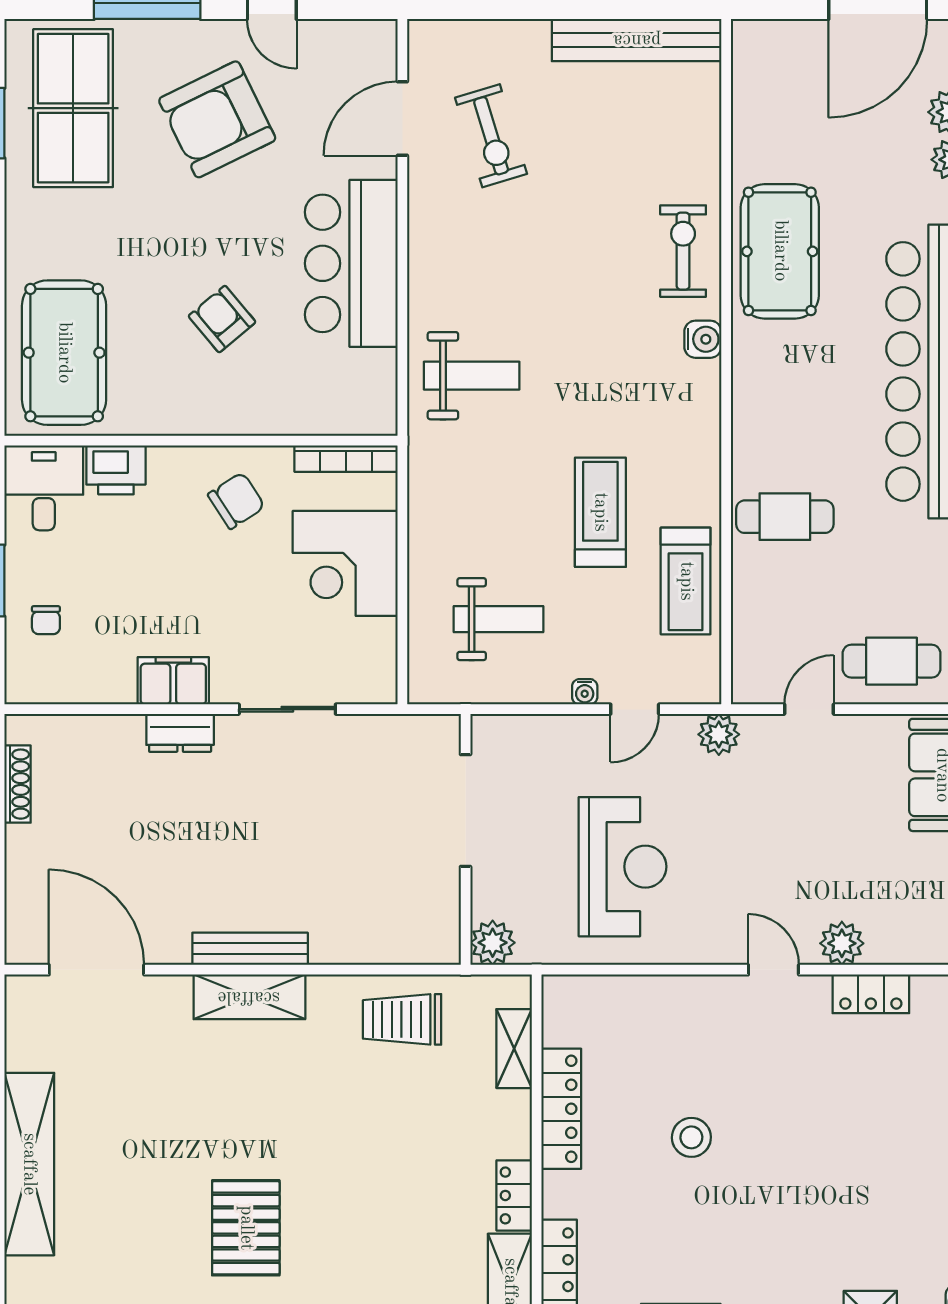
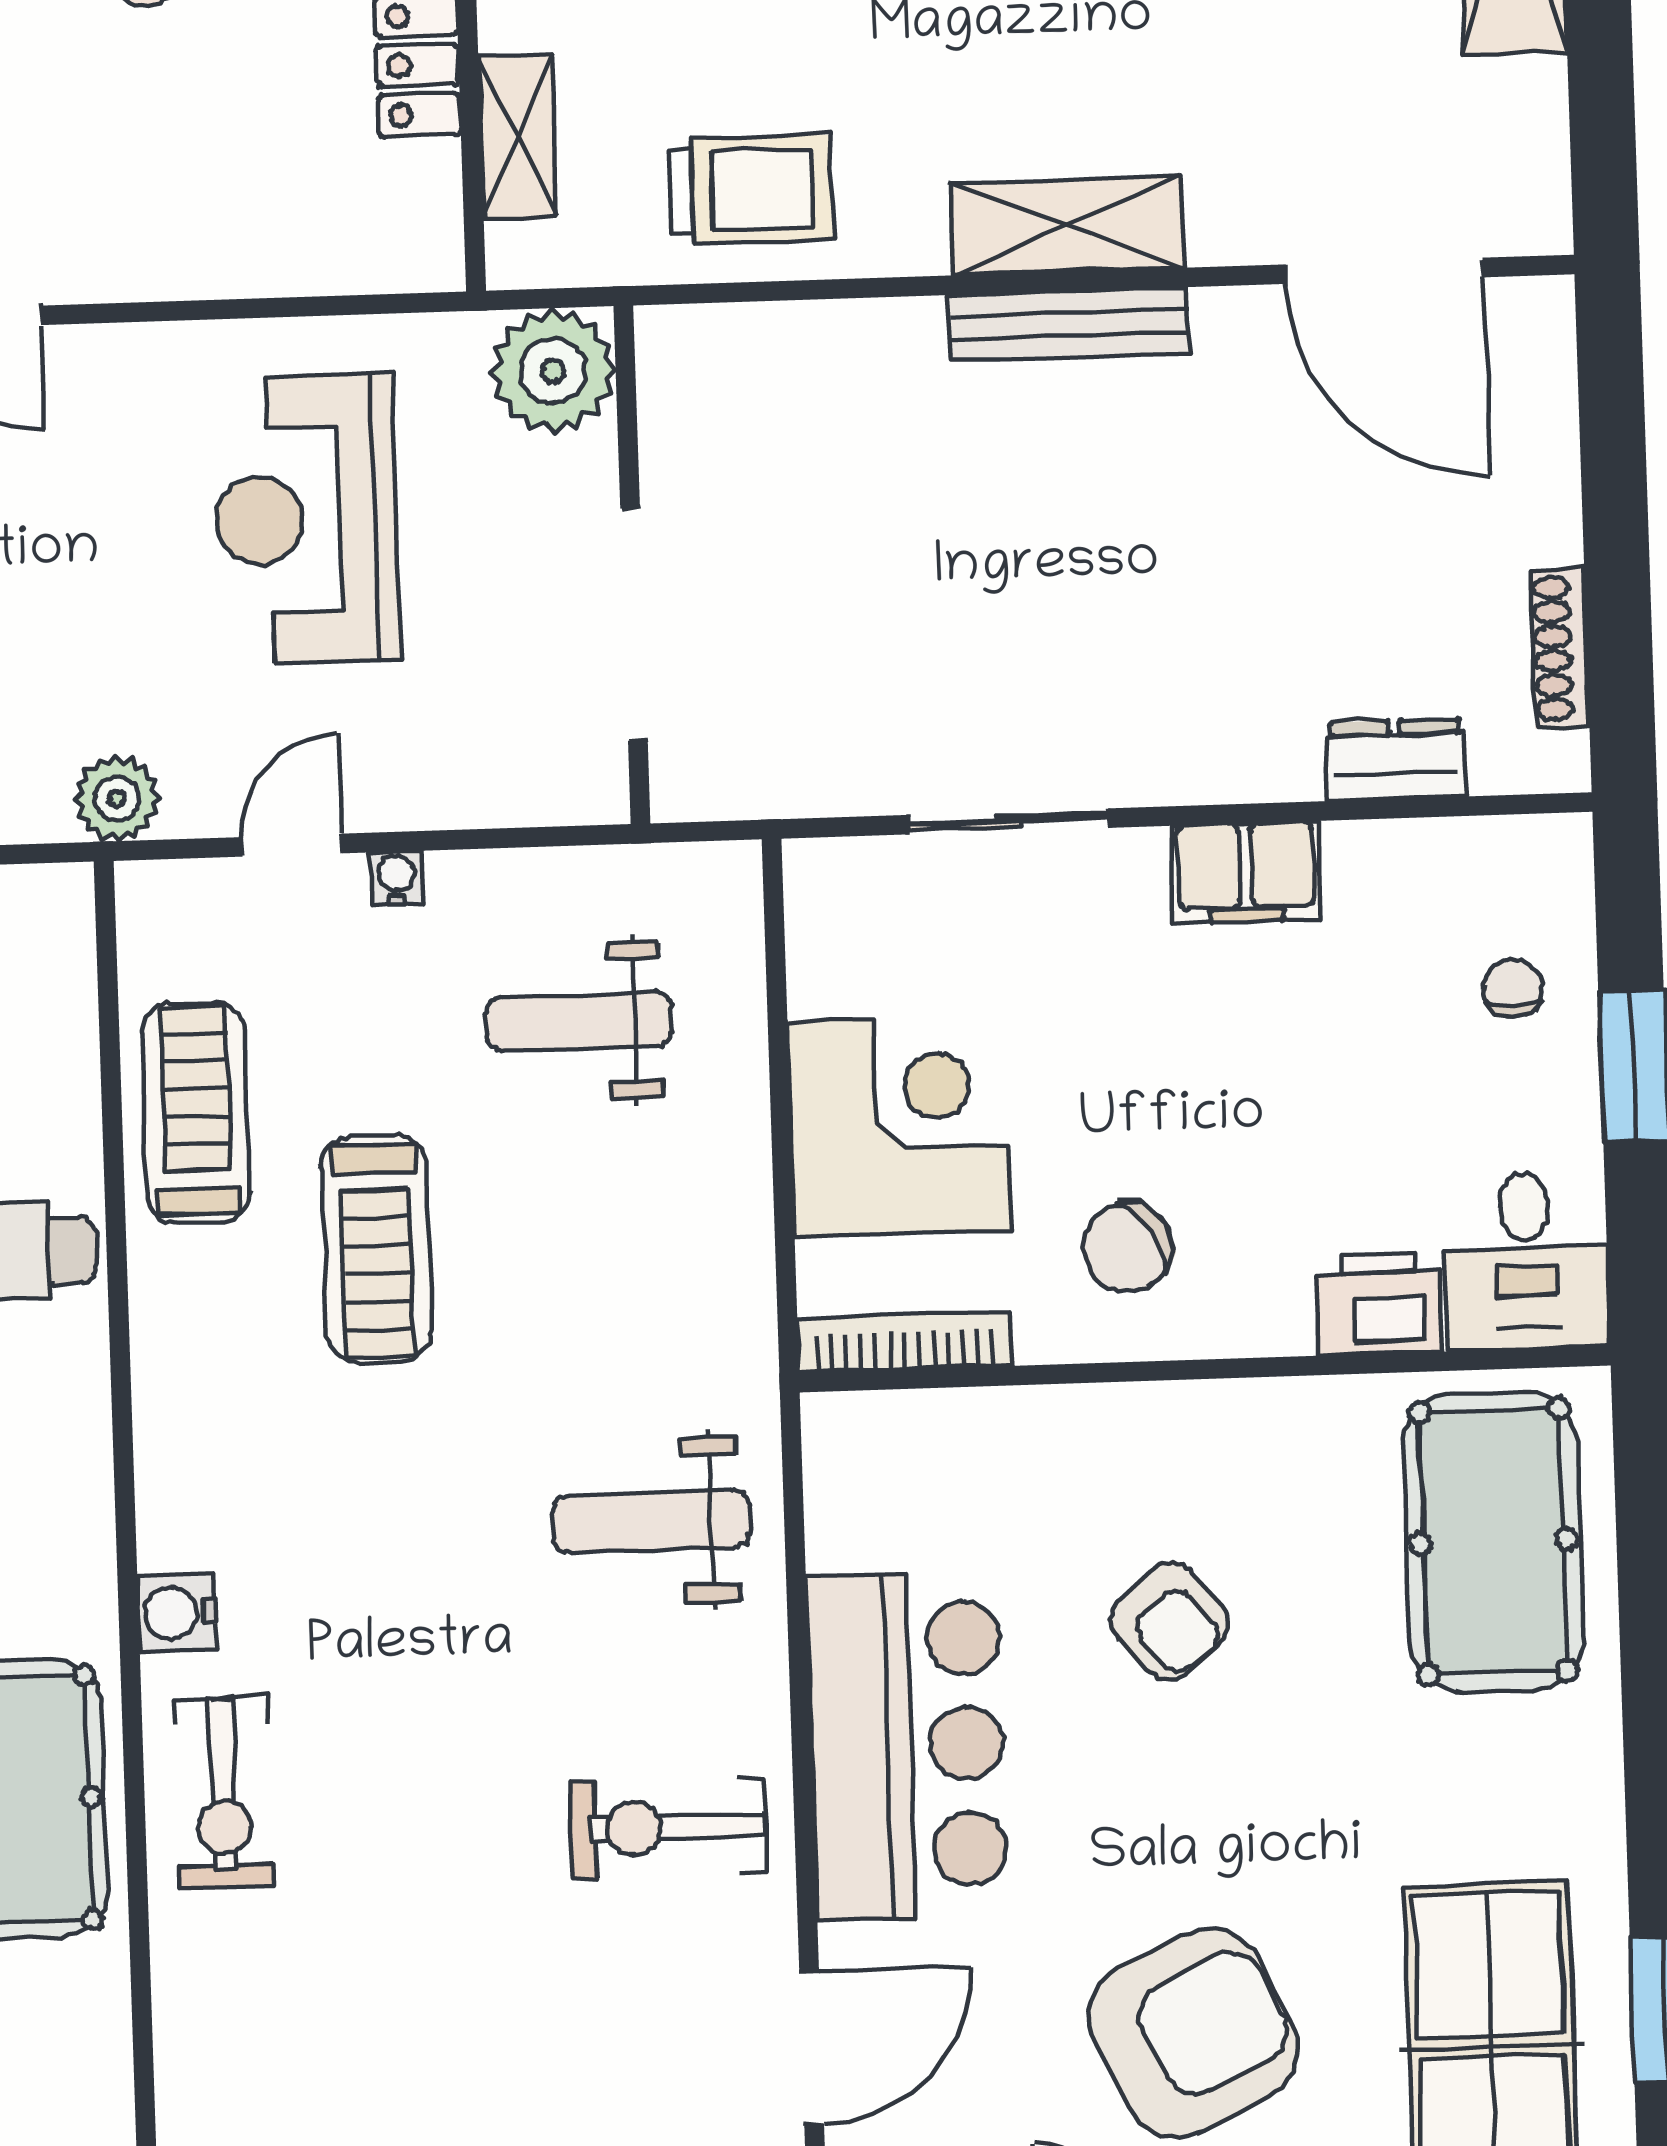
exercise bike: (491, 136) -> (668, 1827), moved, turned -73
dresser: (180, 733) -> (1395, 760), moved
plant: (493, 943) -> (553, 371), width x1.36, depth x1.36

